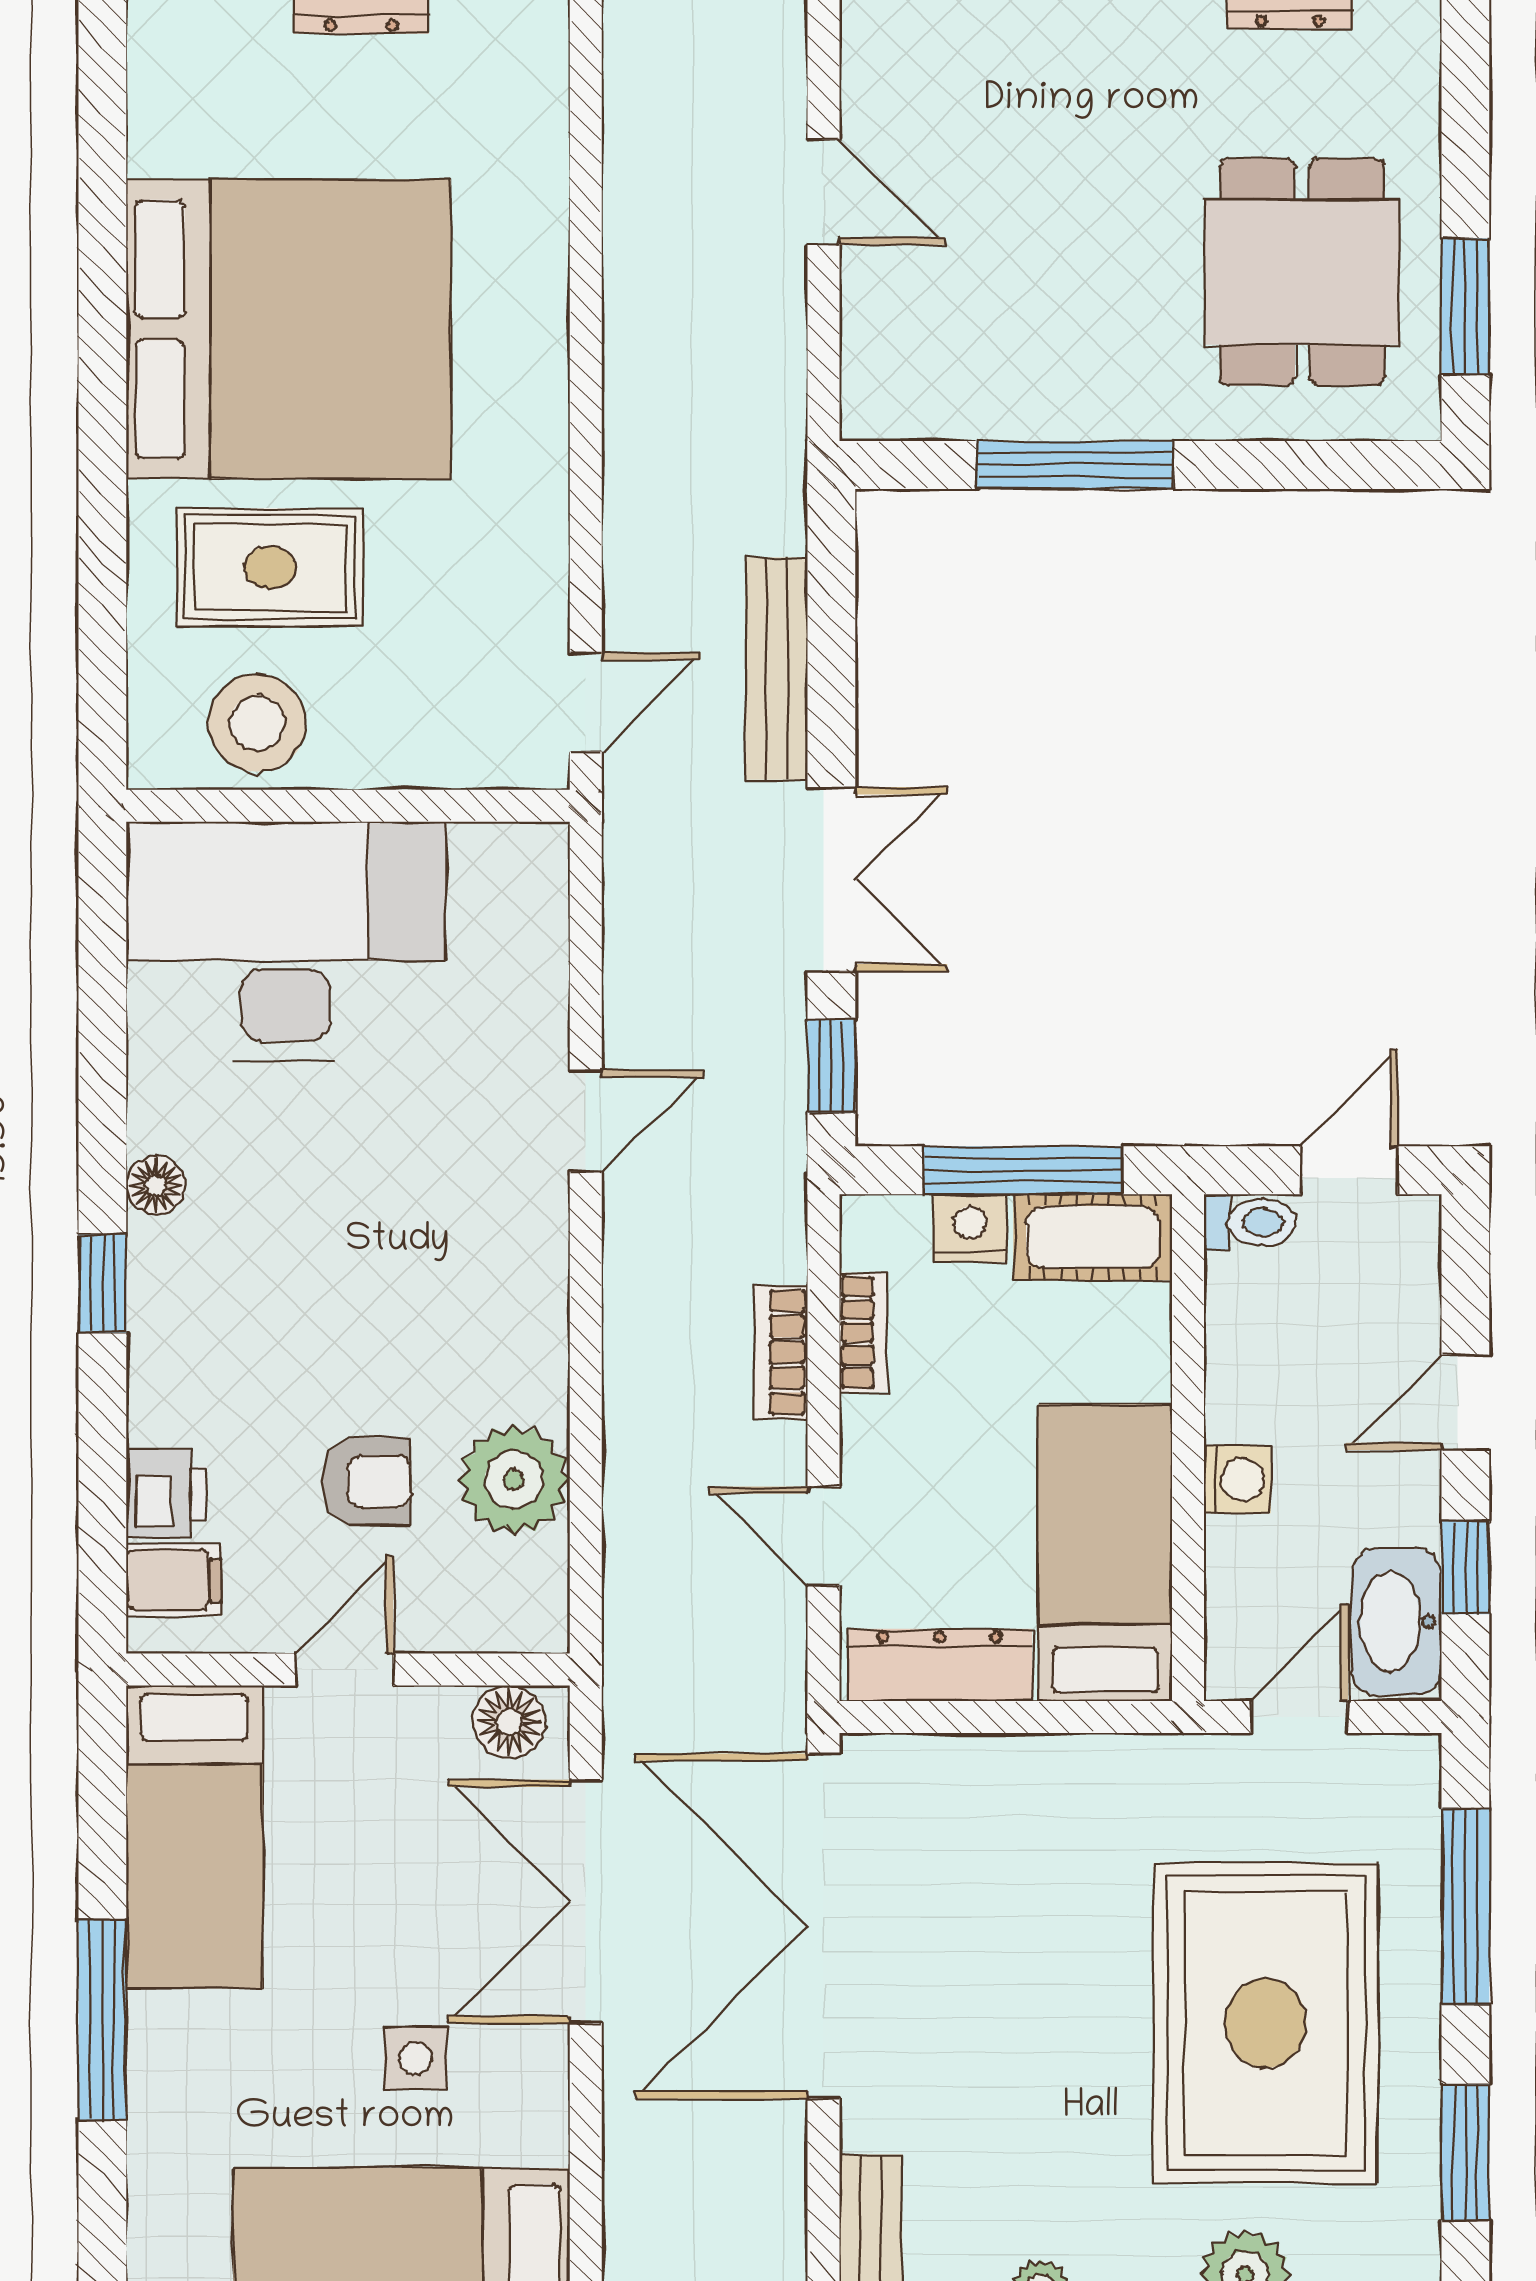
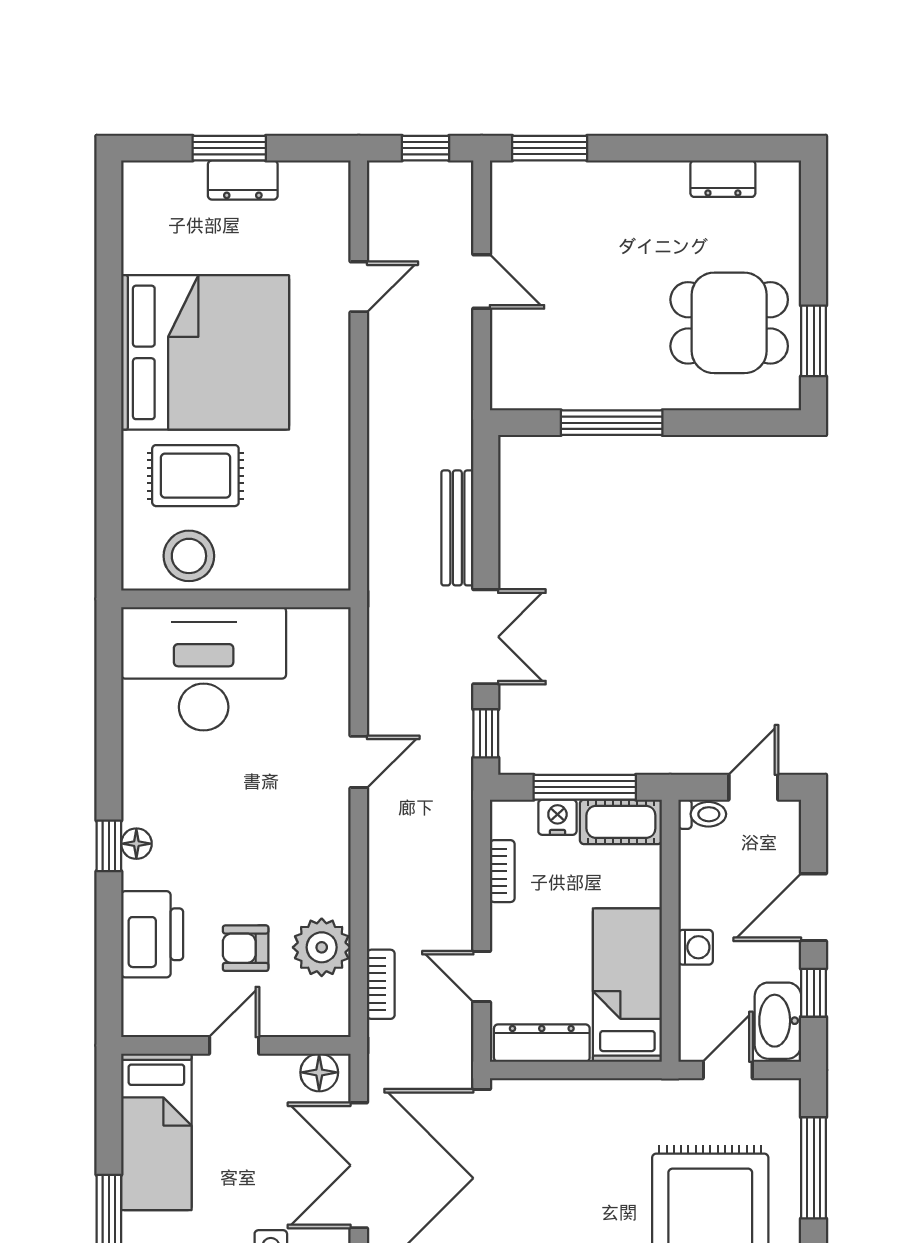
dining table: (1302, 272) -> (729, 323), turned 90
door: (586, 702) -> (359, 287), moved
floor lamp: (156, 1185) -> (136, 844), moved
bookcase: (781, 1352) -> (381, 984), moved, turned 180
door: (1465, 1402) -> (814, 907), width x1.38
armchair: (367, 1481) -> (246, 948), turned 180
printer: (167, 1493) -> (152, 934), width x1.87, depth x1.48
filing cabinet: (174, 1580) -> (146, 999), removed

